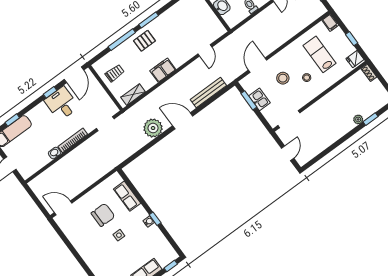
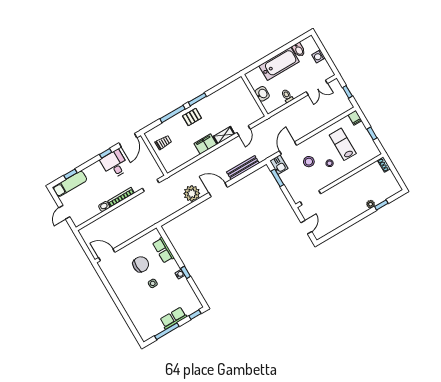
fridge: (355, 59) -> (373, 151), removed
shelving: (133, 95) -> (224, 135), moved
kitchen sink: (259, 99) -> (279, 165), moved

